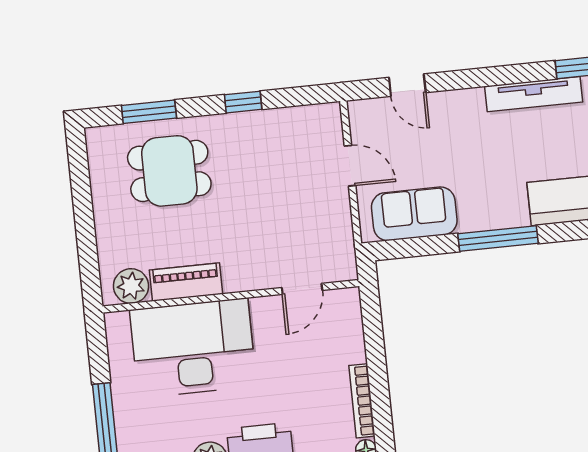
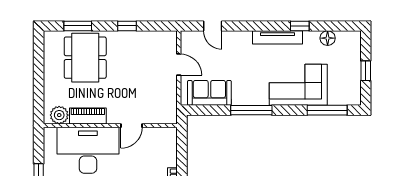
dining table: (169, 171) -> (85, 58), width x1.38
door: (302, 289) -> (132, 126), moved

